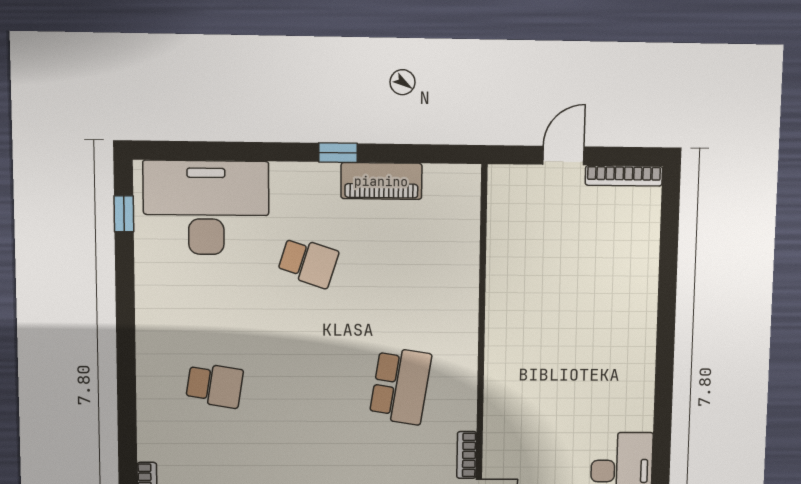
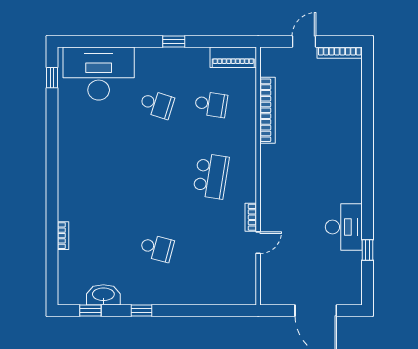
piano: (381, 181) -> (233, 57), moved
bookcase: (498, 274) -> (267, 110), added
school desk: (215, 385) -> (211, 104), moved

